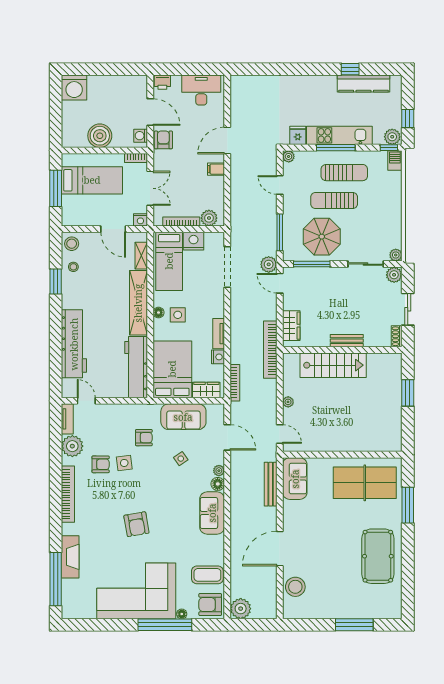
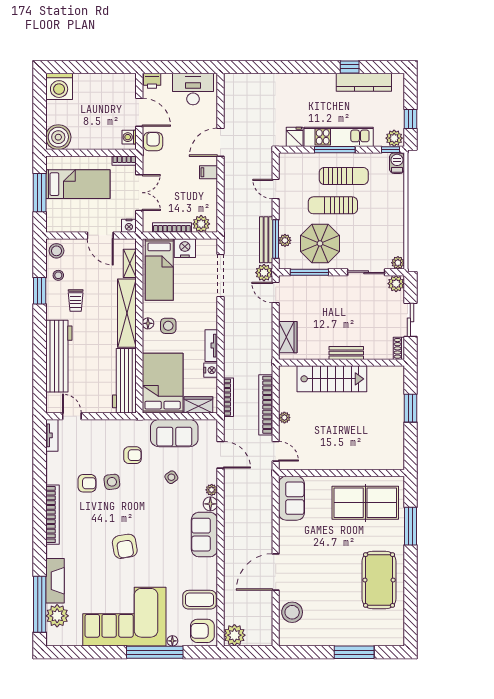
boiler: (100, 136) -> (58, 137), moved
plant: (289, 156) -> (285, 240), moved
trolley: (90, 291) -> (76, 300), added
bookcase: (270, 350) -> (266, 405), moved
plant: (72, 446) -> (57, 616), moved
bench: (271, 484) -> (266, 240), moved

